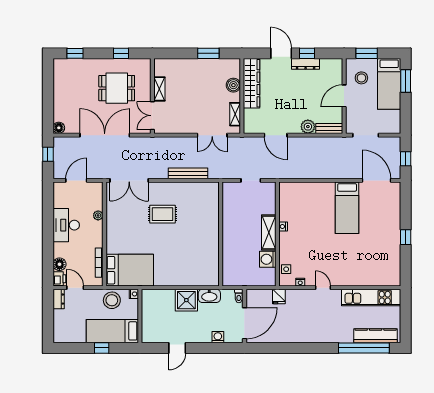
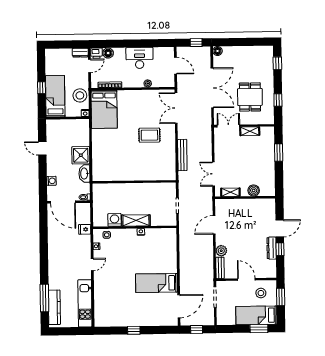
window: (208, 53) -> (279, 153), moved
wardrobe: (252, 83) -> (255, 205), removed
rug: (162, 214) -> (149, 135), turned 90
window: (364, 348) -> (44, 298), width x0.68

